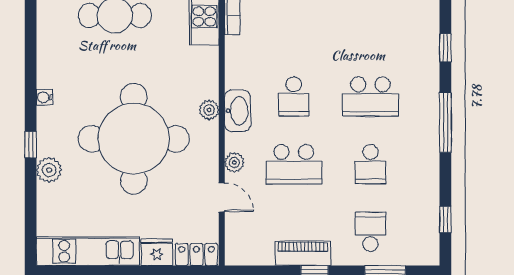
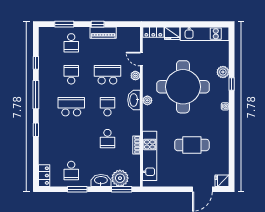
school desk: (294, 29) -> (107, 139), added
window: (445, 219) -> (36, 63), moved

